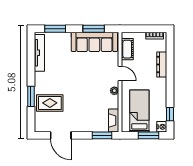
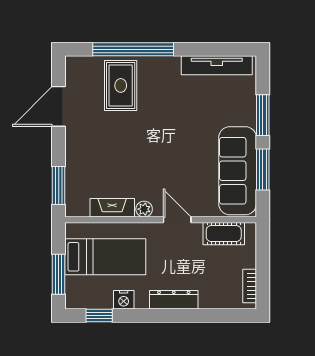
window: (55, 29) -> (263, 115), moved
dresser: (162, 64) -> (174, 300), moved
door: (120, 73) -> (177, 220), swing flipped
window: (31, 96) -> (133, 49), width x2.11
fireplace: (114, 120) -> (112, 208), moved
nightstand: (162, 127) -> (124, 300), moved

